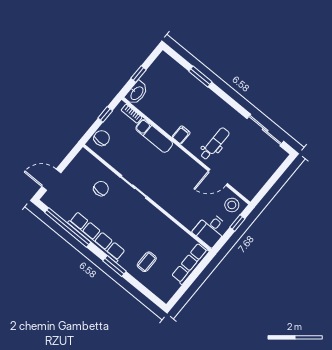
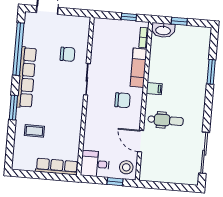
chair: (102, 138) -> (122, 100), moved

